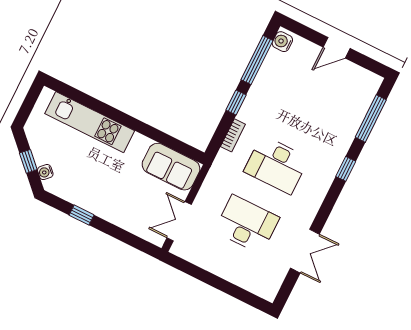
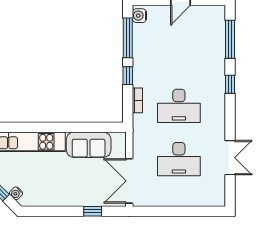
sofa: (171, 167) -> (89, 145), moved
window: (82, 215) -> (93, 211), moved
double door: (179, 221) -> (129, 181), width x1.37
desk: (247, 224) -> (179, 159), turned 180

